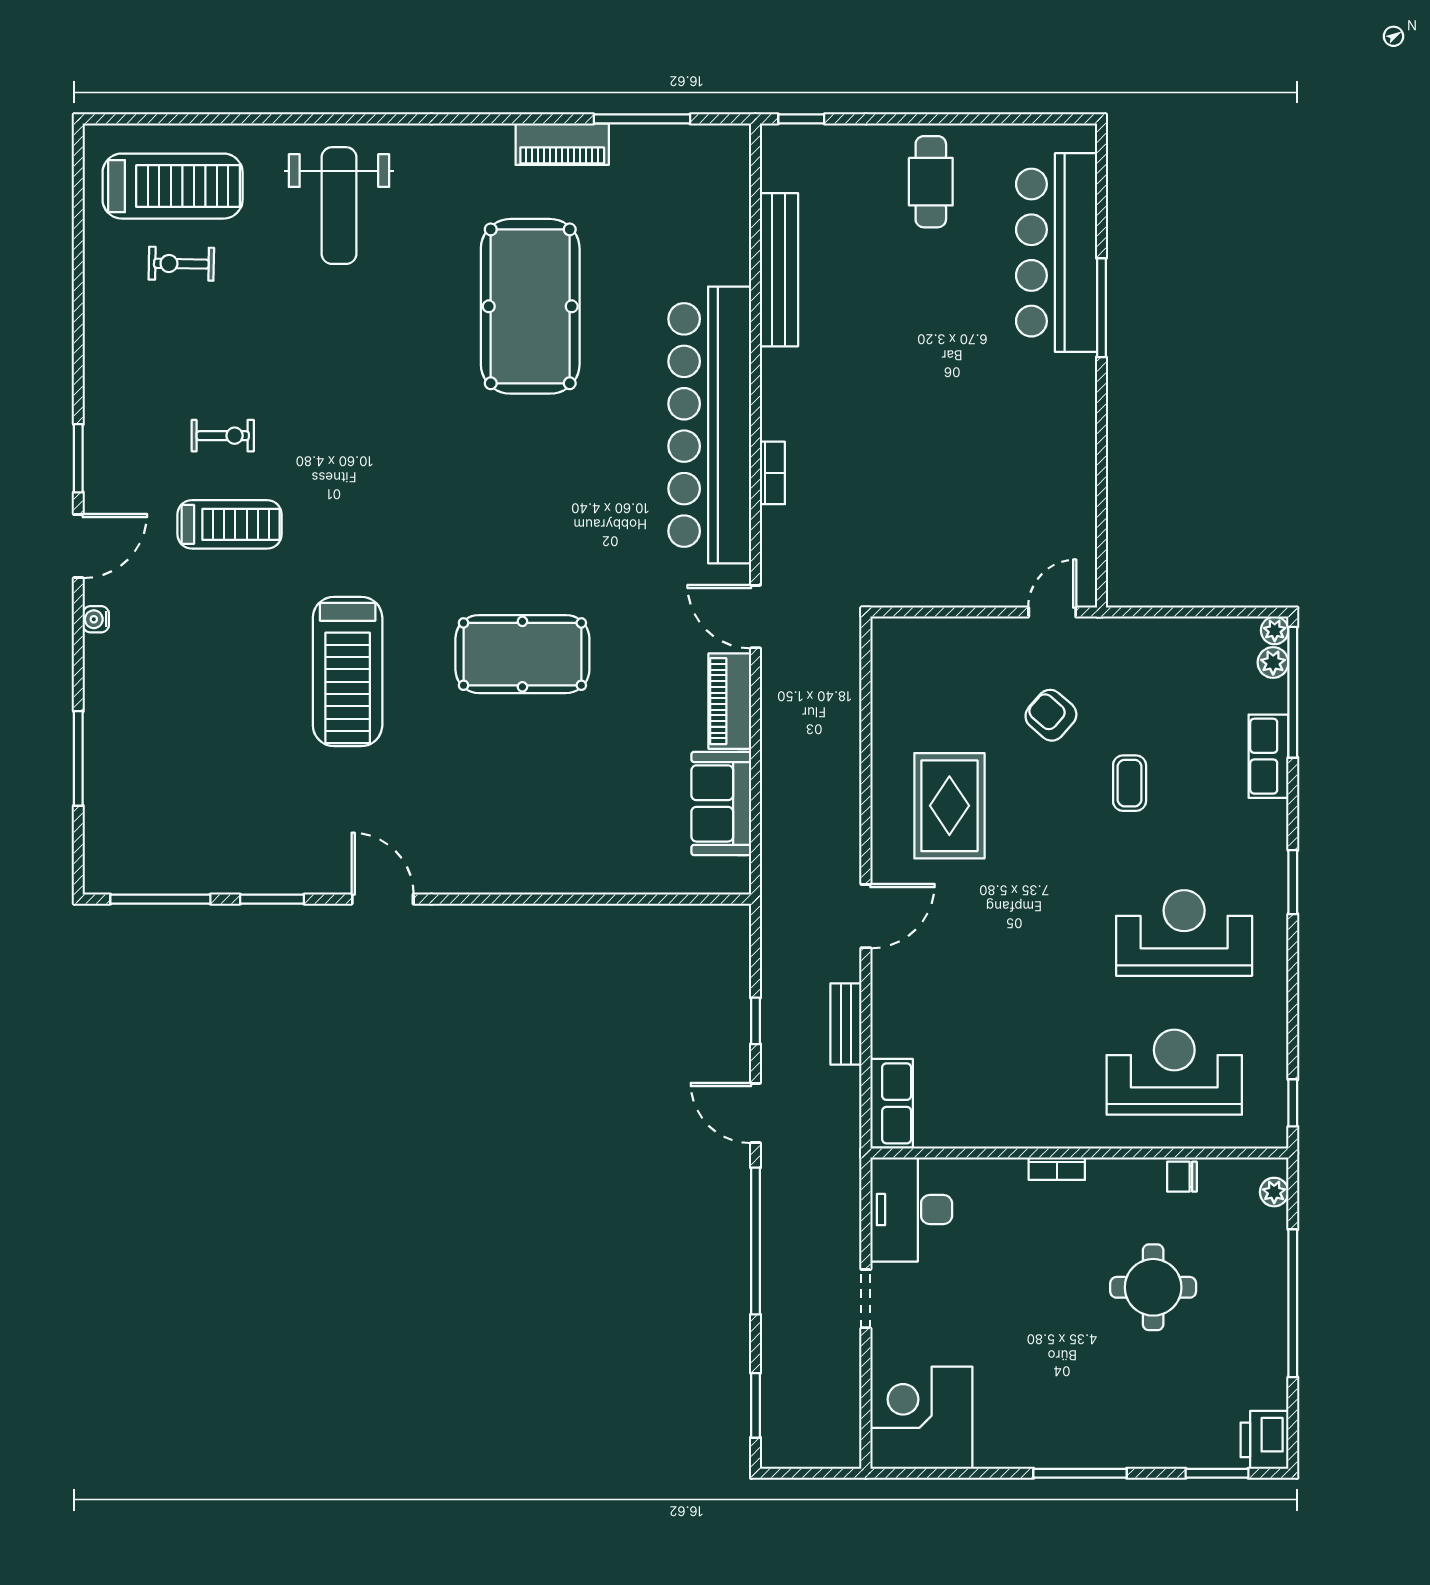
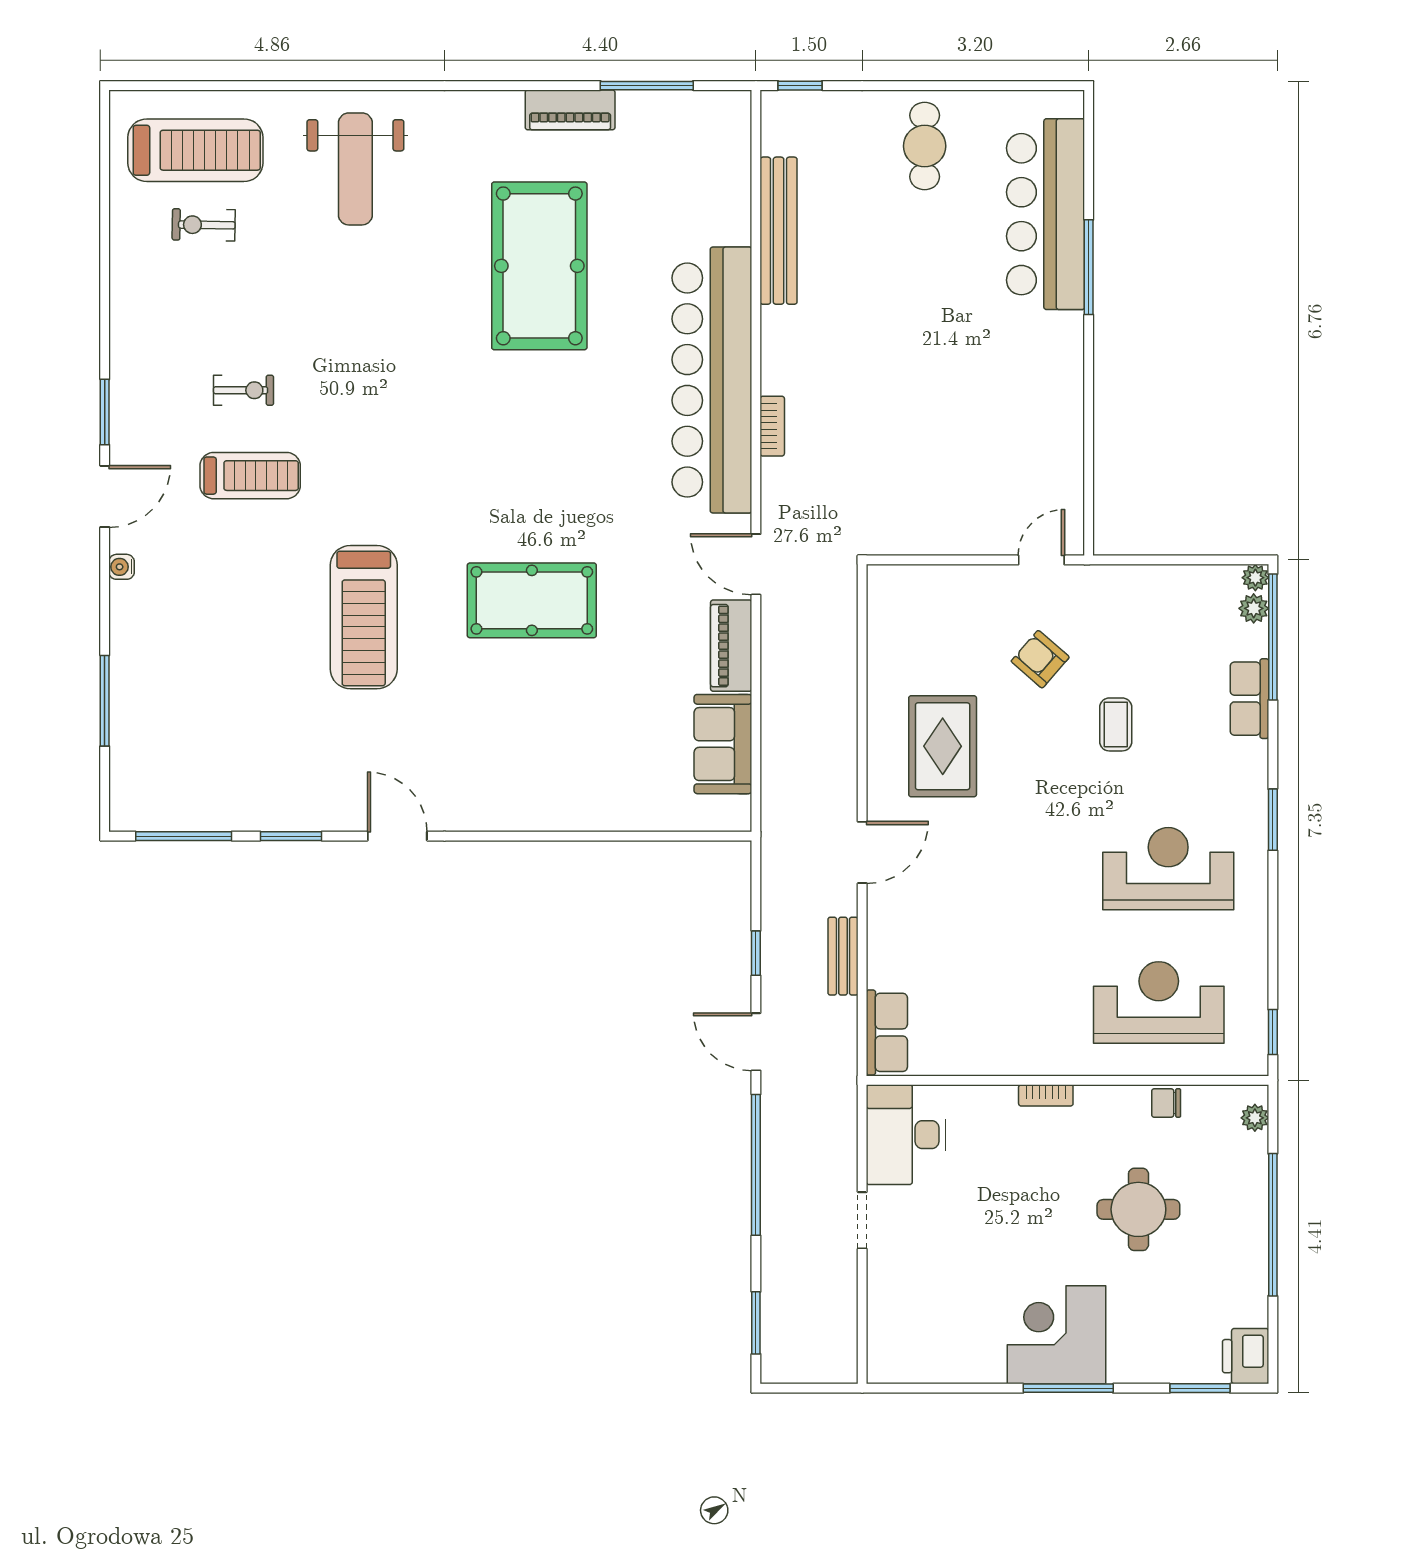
corner desk: (921, 1418) -> (1056, 1335), moved

